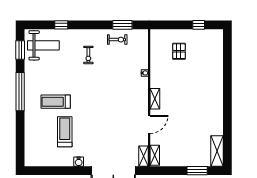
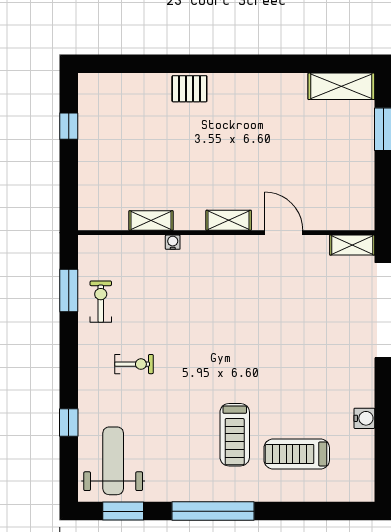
pallet: (179, 51) -> (189, 89), moved
treadmill: (65, 132) -> (297, 454), moved
shelving: (155, 155) -> (151, 221), moved
water cooler: (79, 162) -> (364, 418), moved

